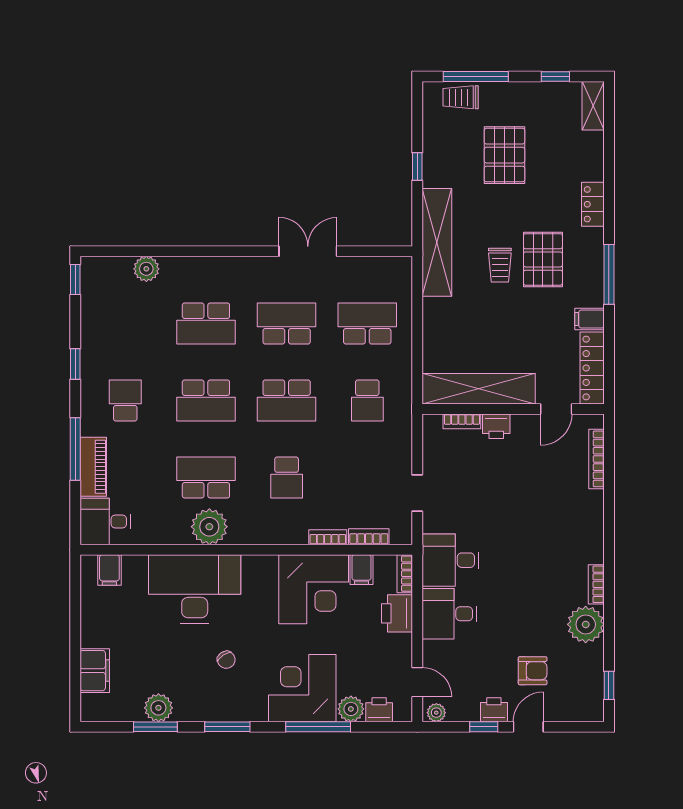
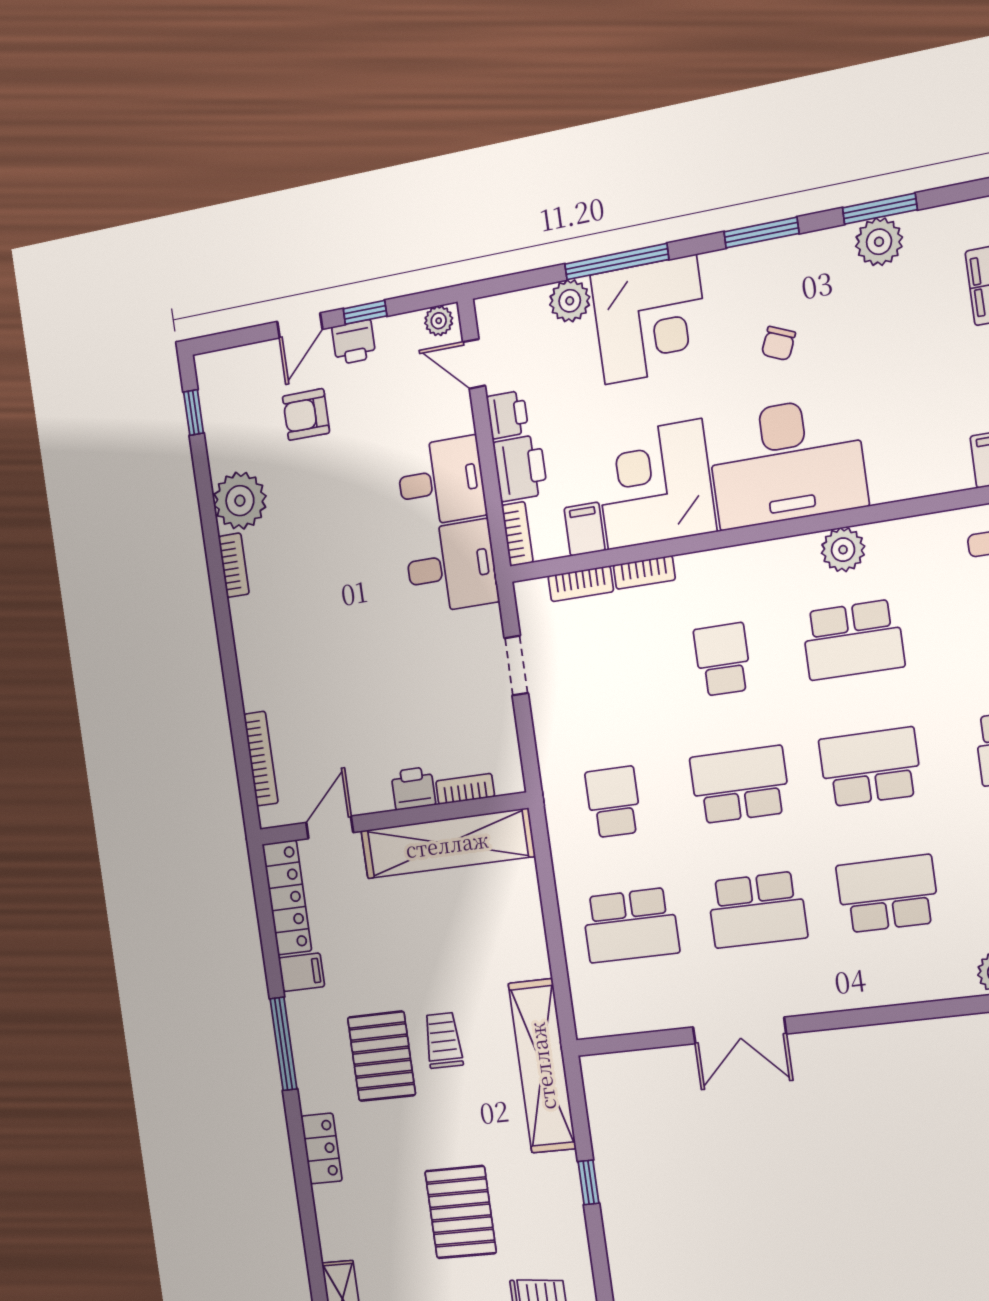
plant: (209, 527) -> (843, 550), width x0.73, depth x0.73
desk: (195, 589) -> (787, 462), moved
chair: (226, 660) -> (778, 343), turned -123
printer: (379, 710) -> (508, 415), moved, turned -90

